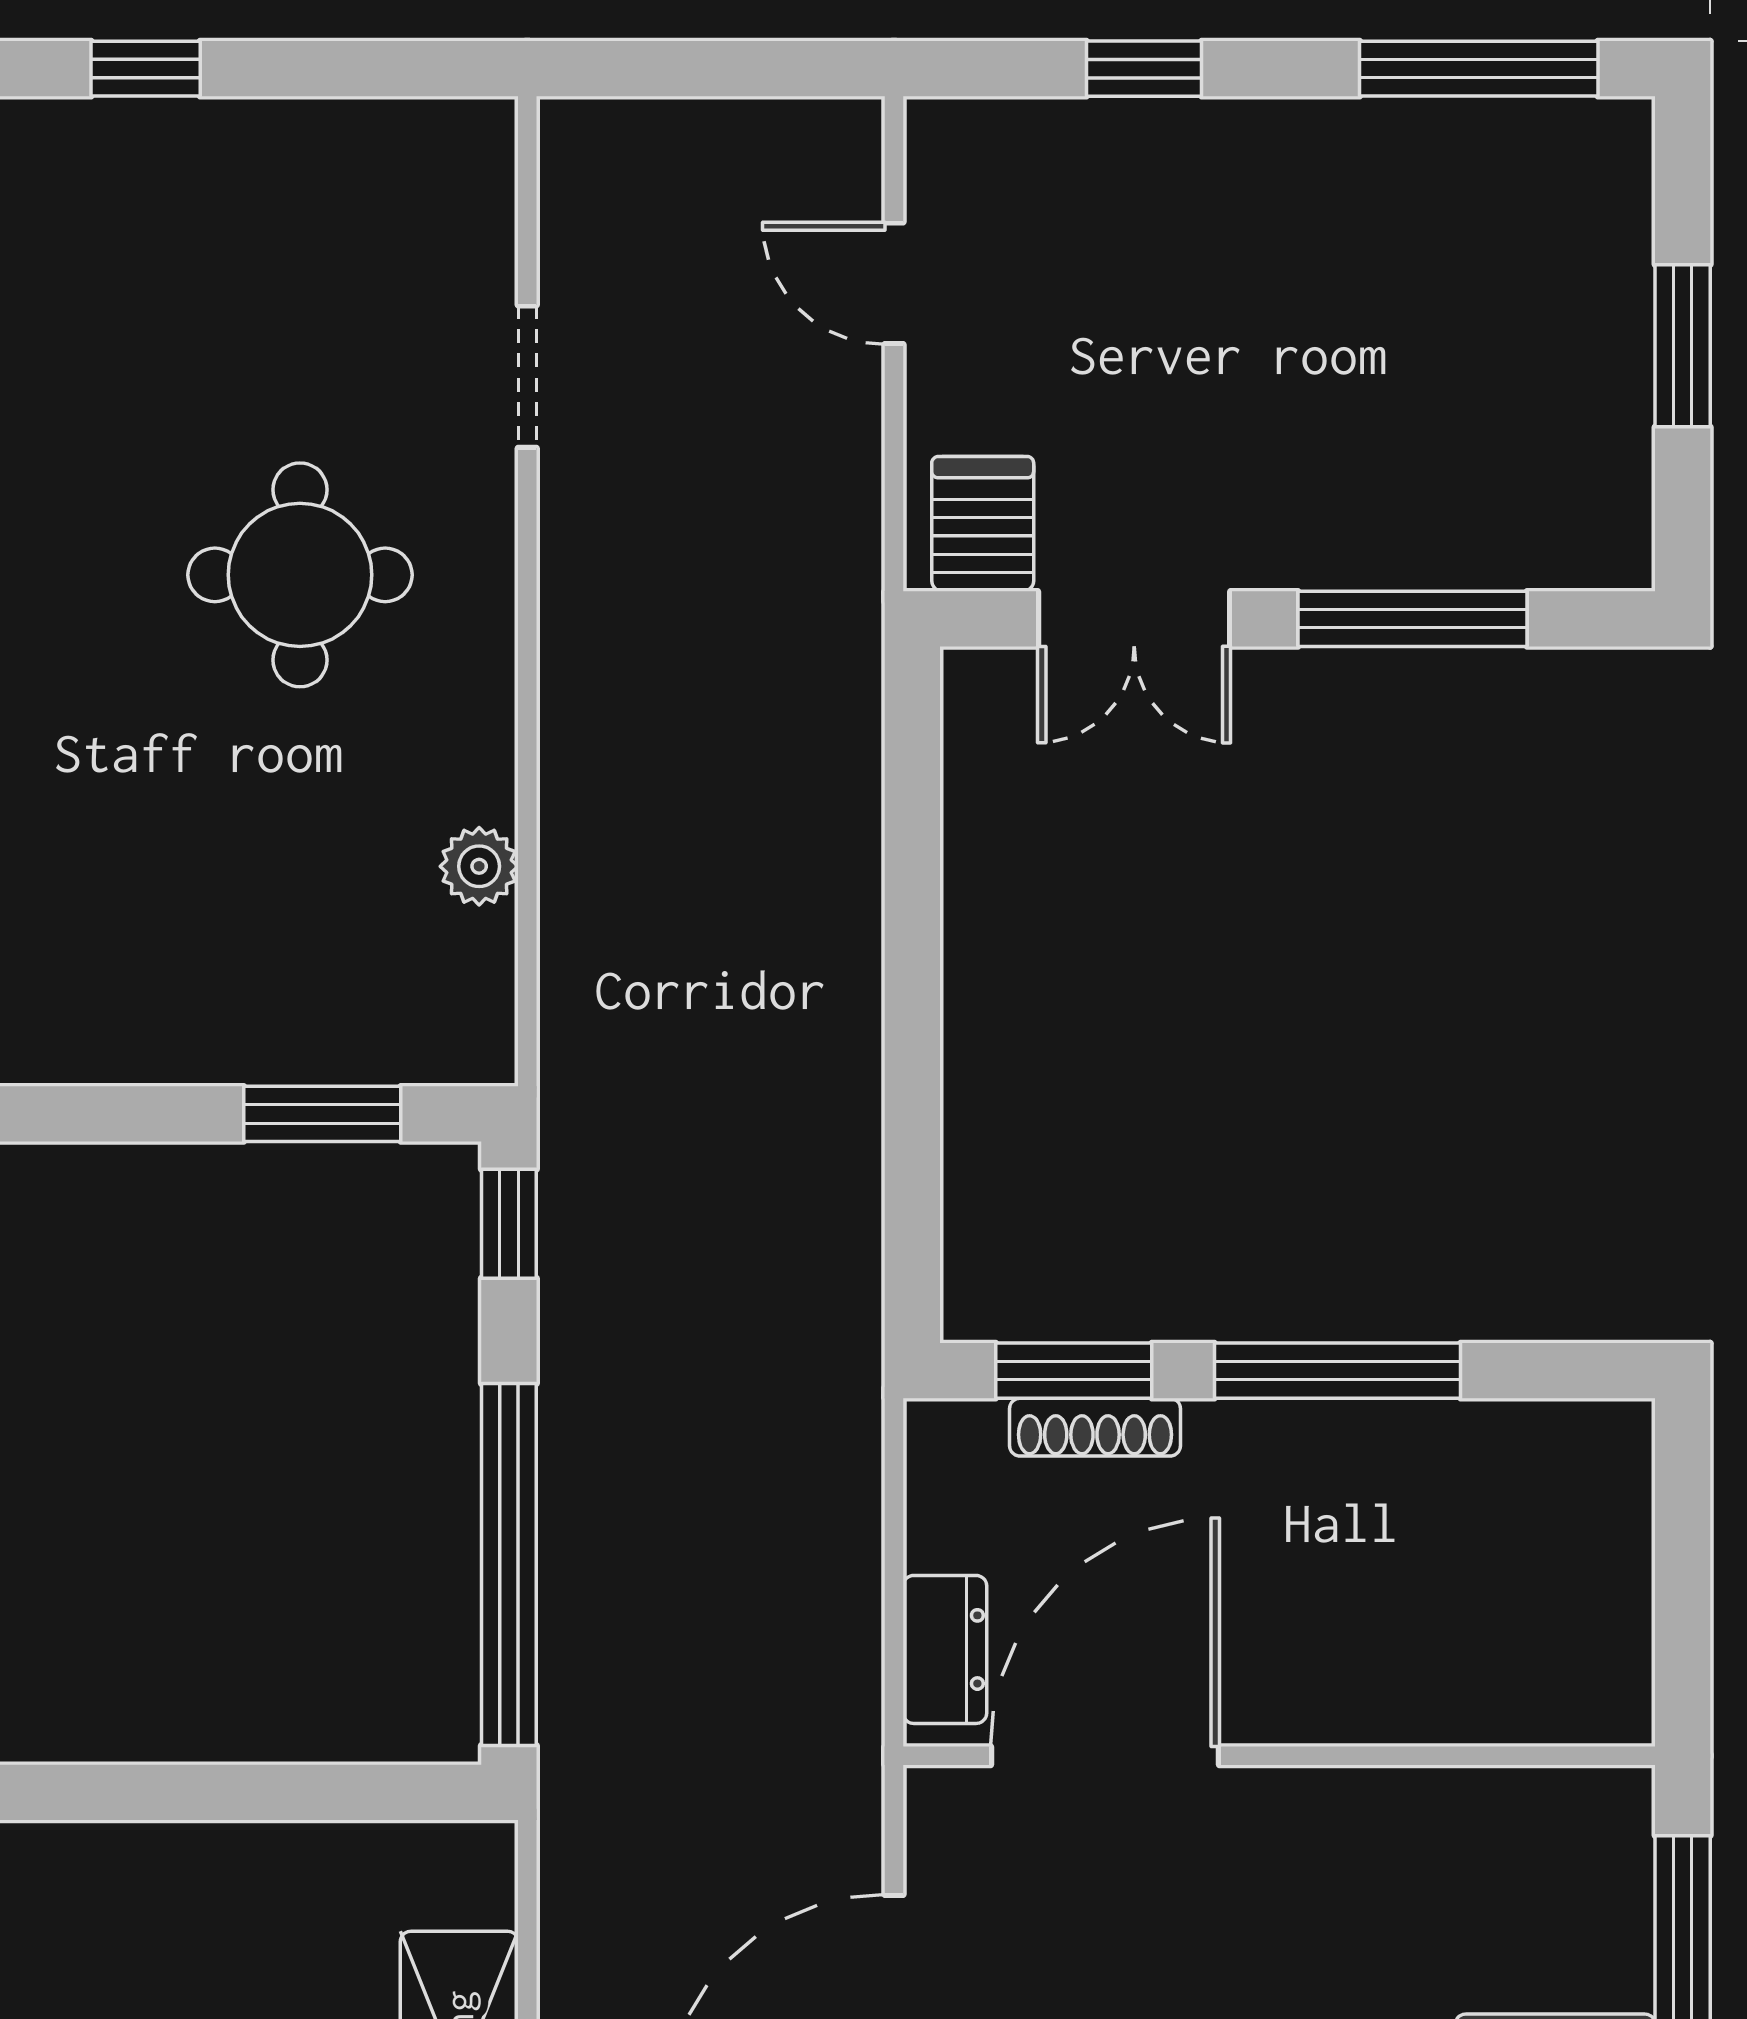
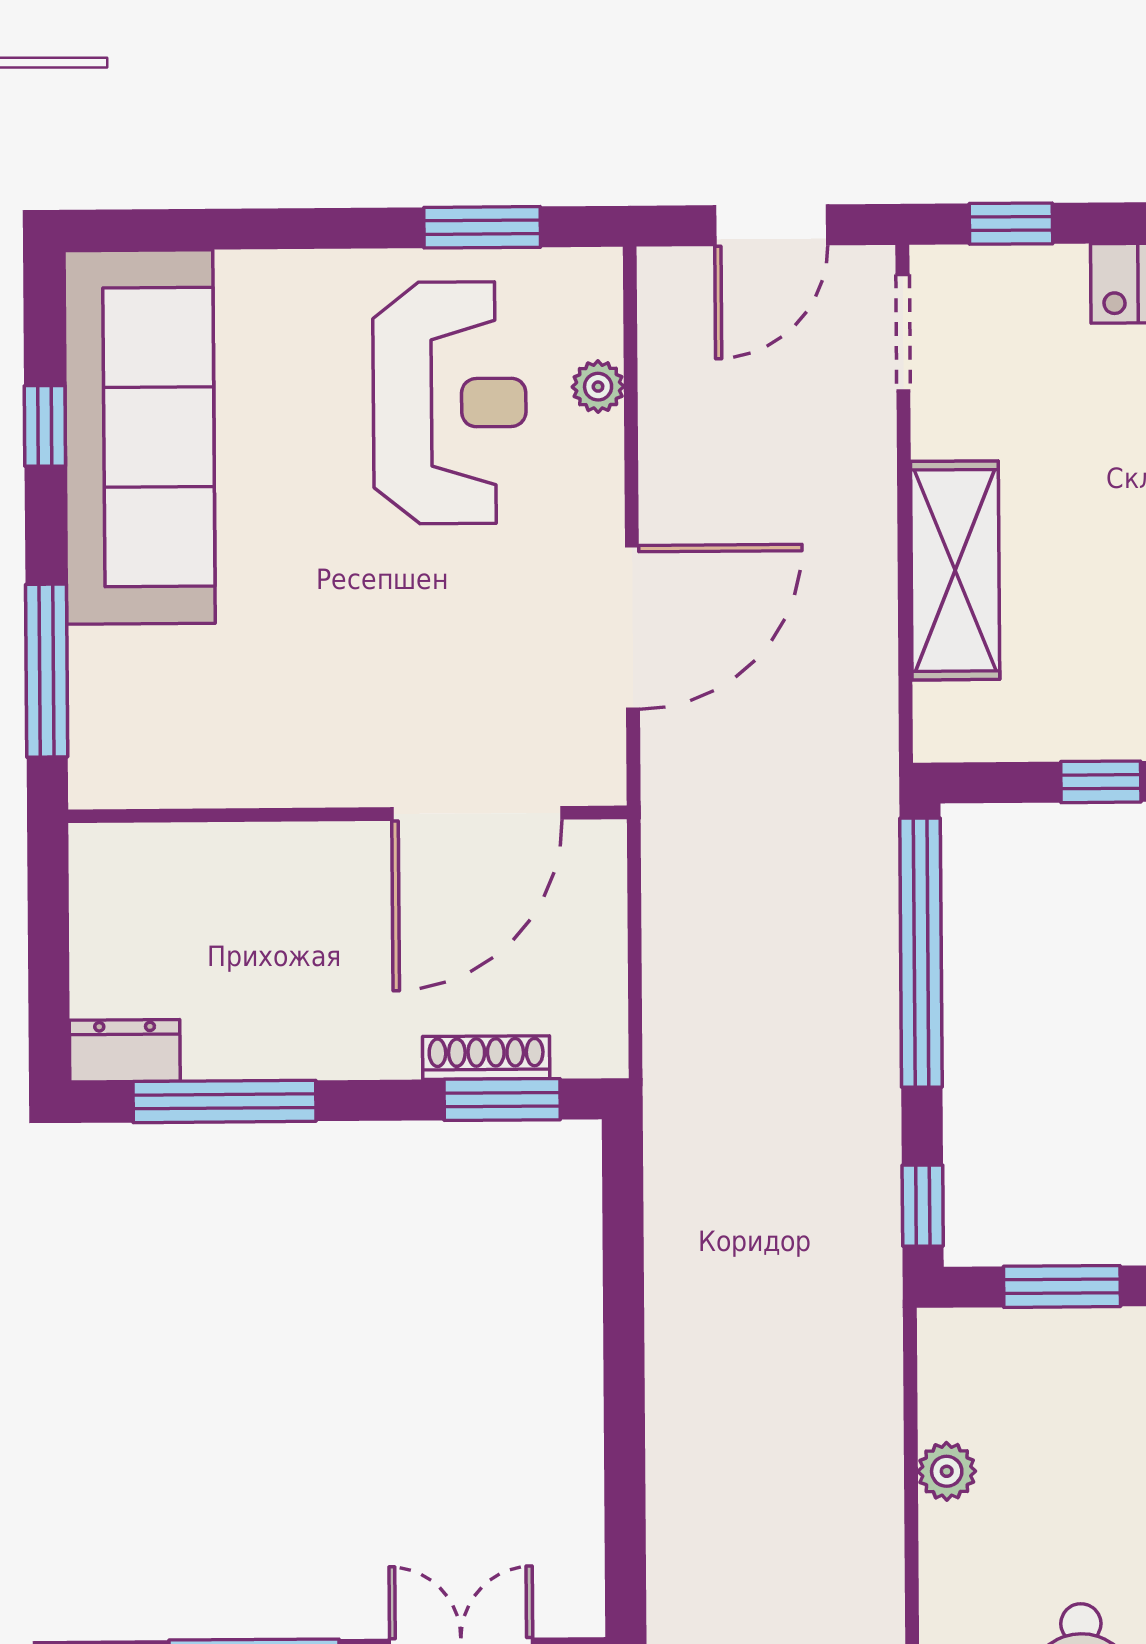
window: (1337, 1371) -> (225, 1101), moved
dresser: (945, 1649) -> (125, 1051), moved, turned 90
window: (265, 1792) -> (1101, 782), added

